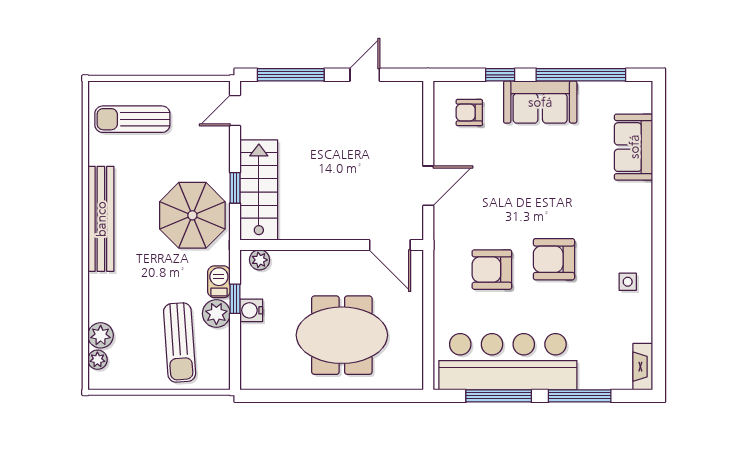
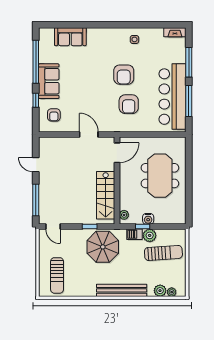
stairs: (259, 190) -> (106, 195), moved, turned -90
bench: (101, 219) -> (122, 290), moved

